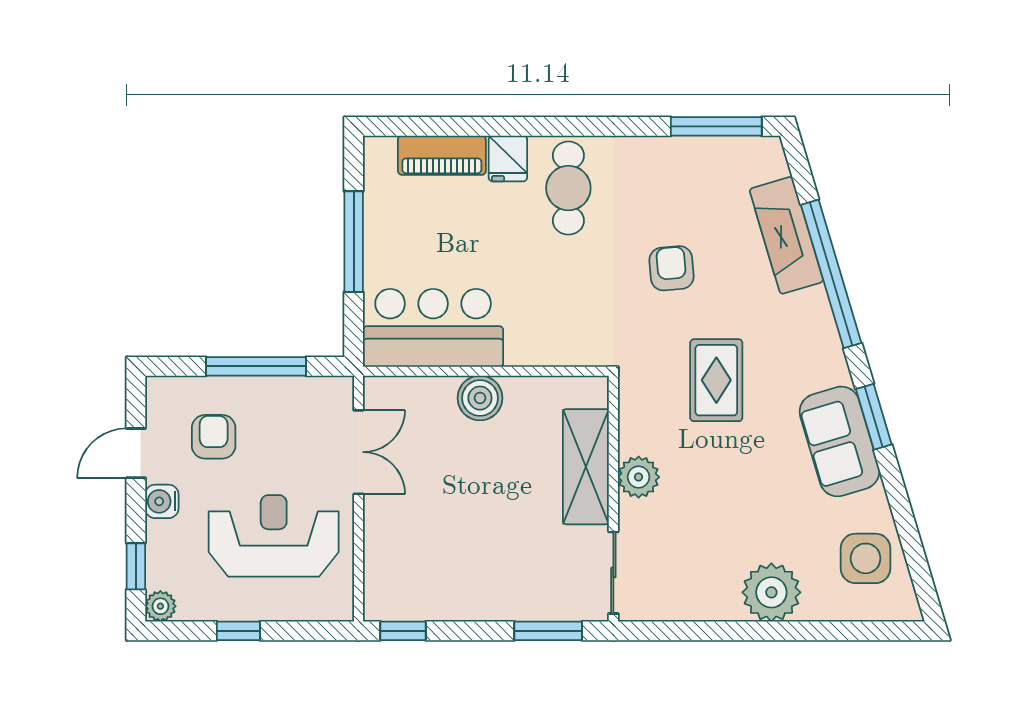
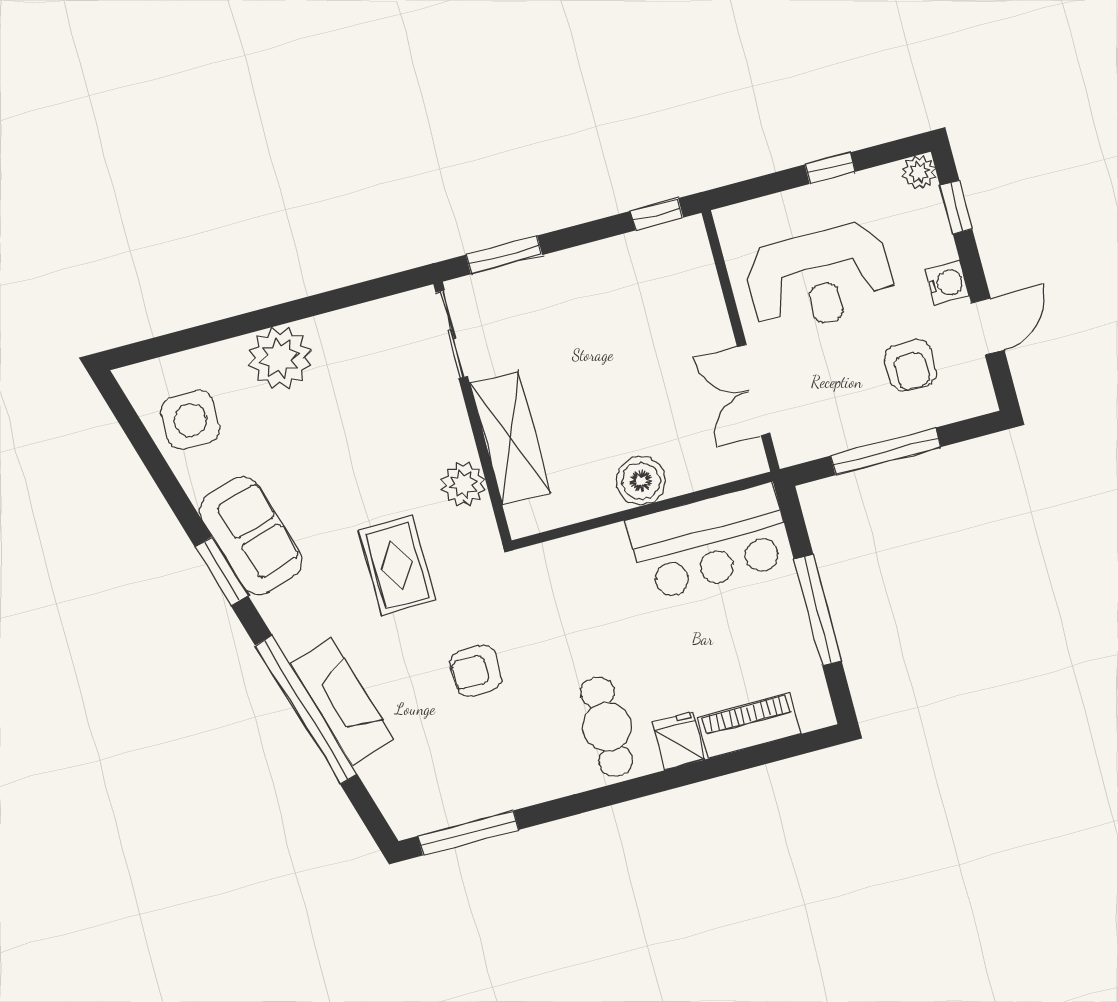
fireplace: (786, 235) -> (342, 702), moved
armchair: (671, 268) -> (476, 671), turned 95
plant: (639, 477) -> (463, 484), moved

